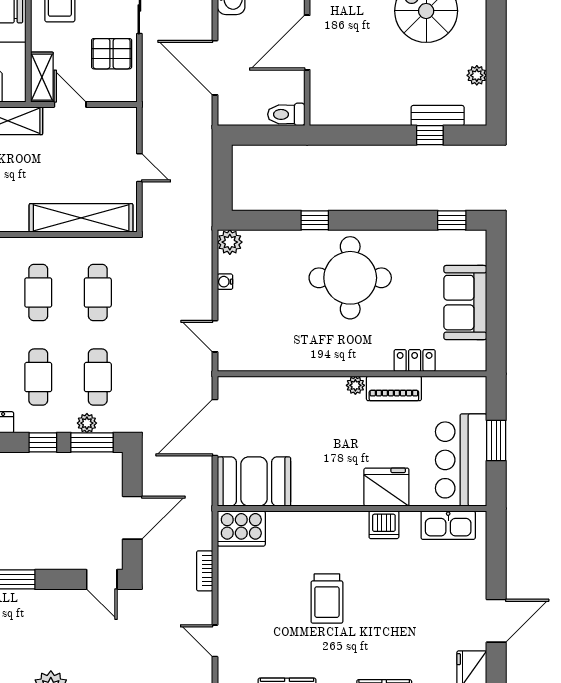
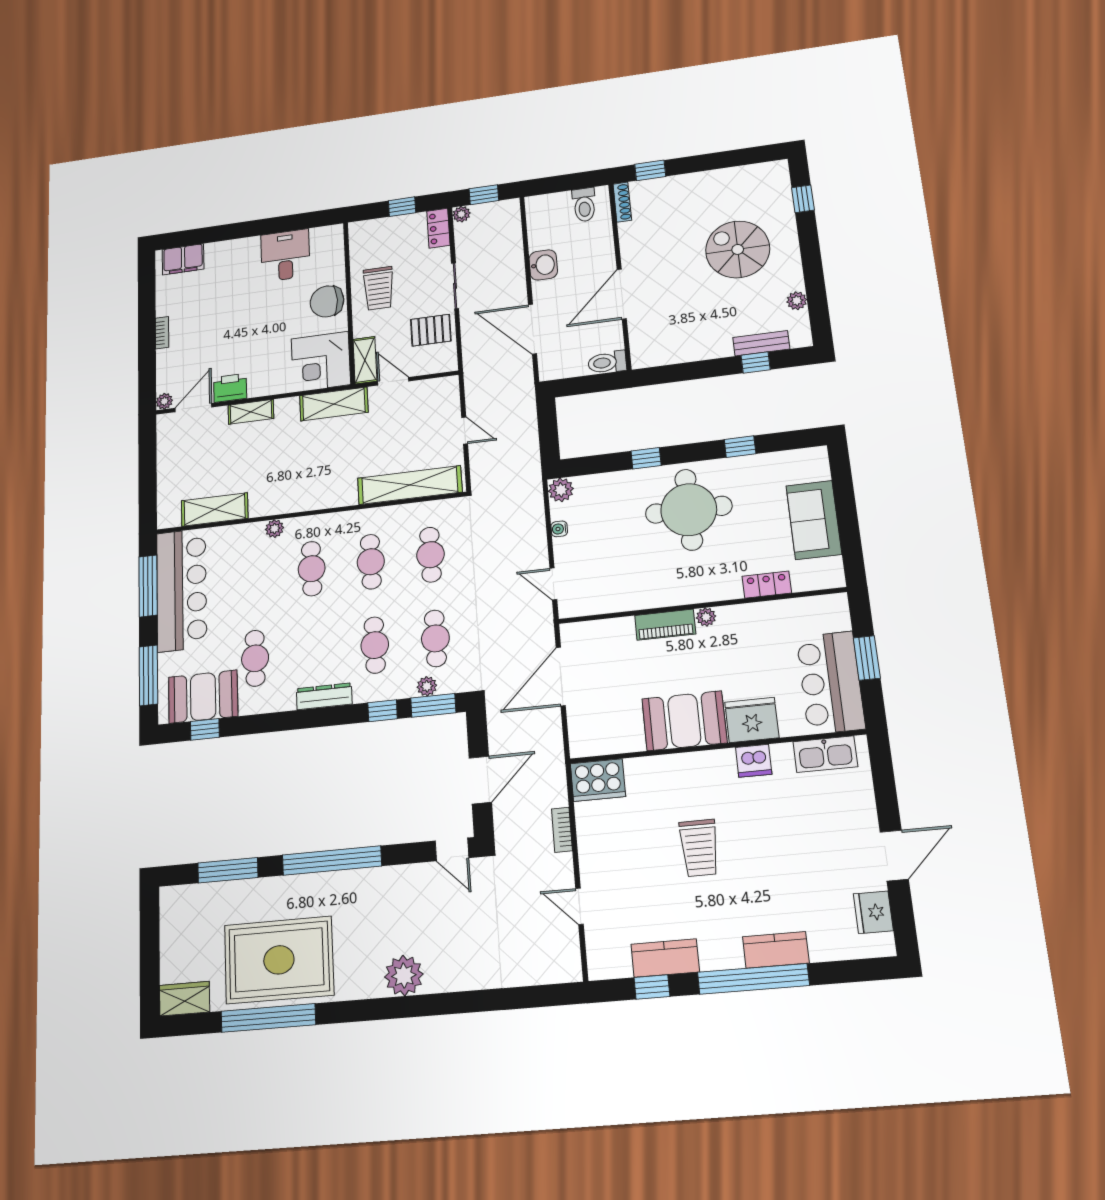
window: (452, 220) -> (740, 447), moved
piano: (394, 388) -> (665, 625), moved
booth: (254, 481) -> (684, 721), moved

